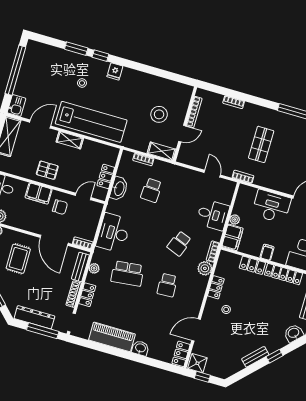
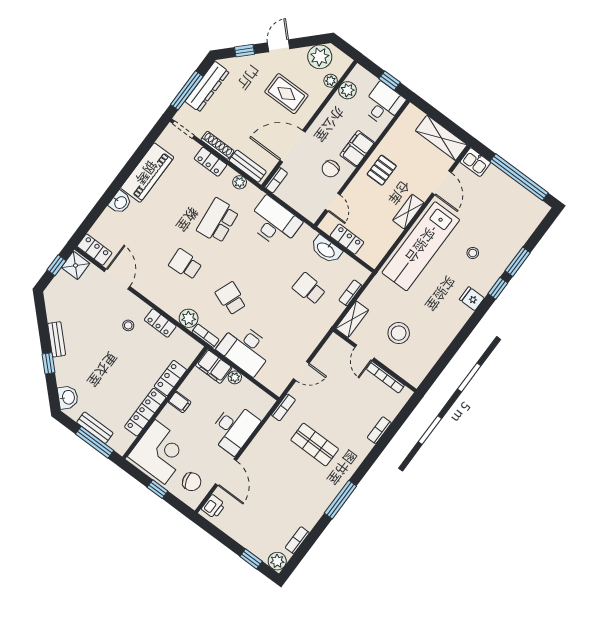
desk: (213, 215) -> (245, 349), width x1.37

